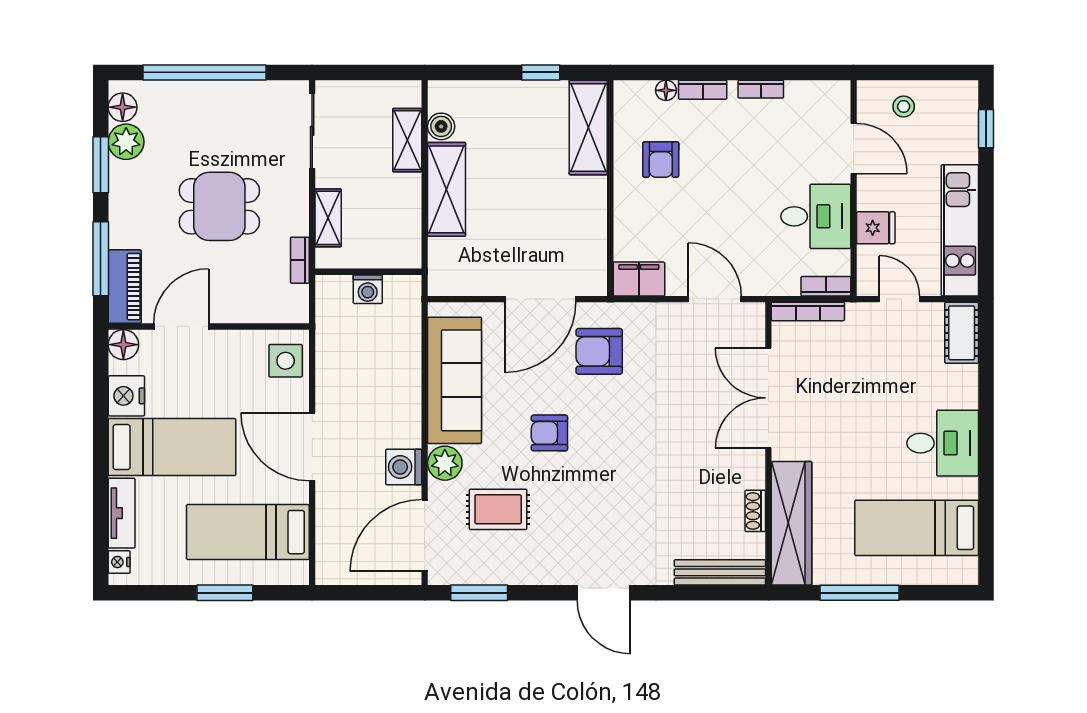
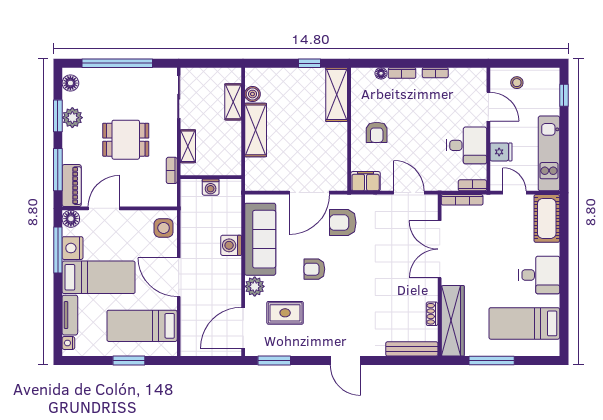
plant: (126, 142) -> (72, 118), moved
armchair: (661, 160) -> (377, 132), moved
cot: (962, 333) -> (547, 218), width x1.37, depth x1.34
window: (101, 399) -> (58, 250), added
washing machine: (404, 467) -> (231, 245), moved

